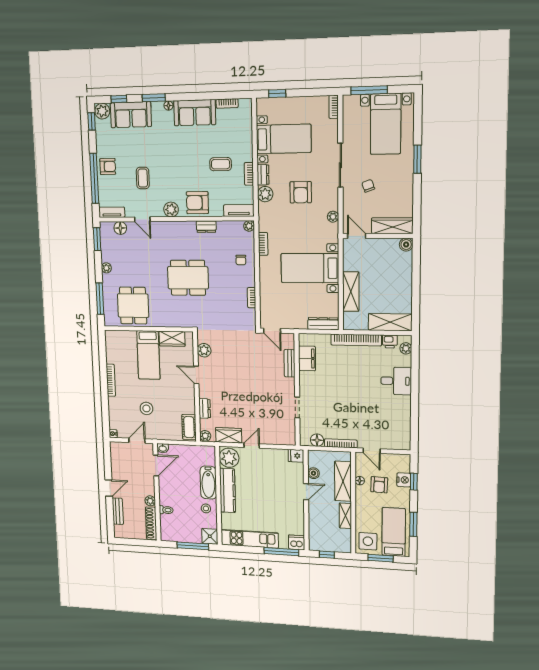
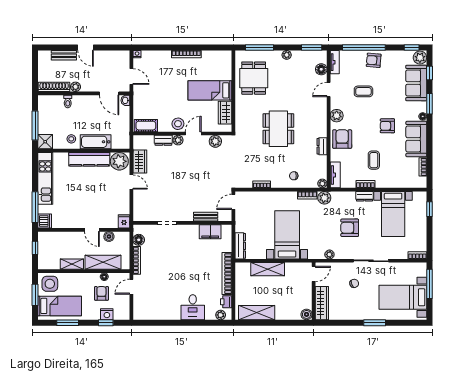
armchair: (181, 148) -> (387, 126), added
armchair: (108, 166) -> (374, 60), turned 95
plant: (265, 194) -> (324, 198), moved
dining table: (133, 306) -> (254, 78), turned 90
shelving: (390, 322) -> (257, 313), moved, turned 90
stool: (146, 408) -> (178, 124), moved
plant: (205, 436) -> (178, 140), moved
armchair: (379, 485) -> (101, 293), turned 88

